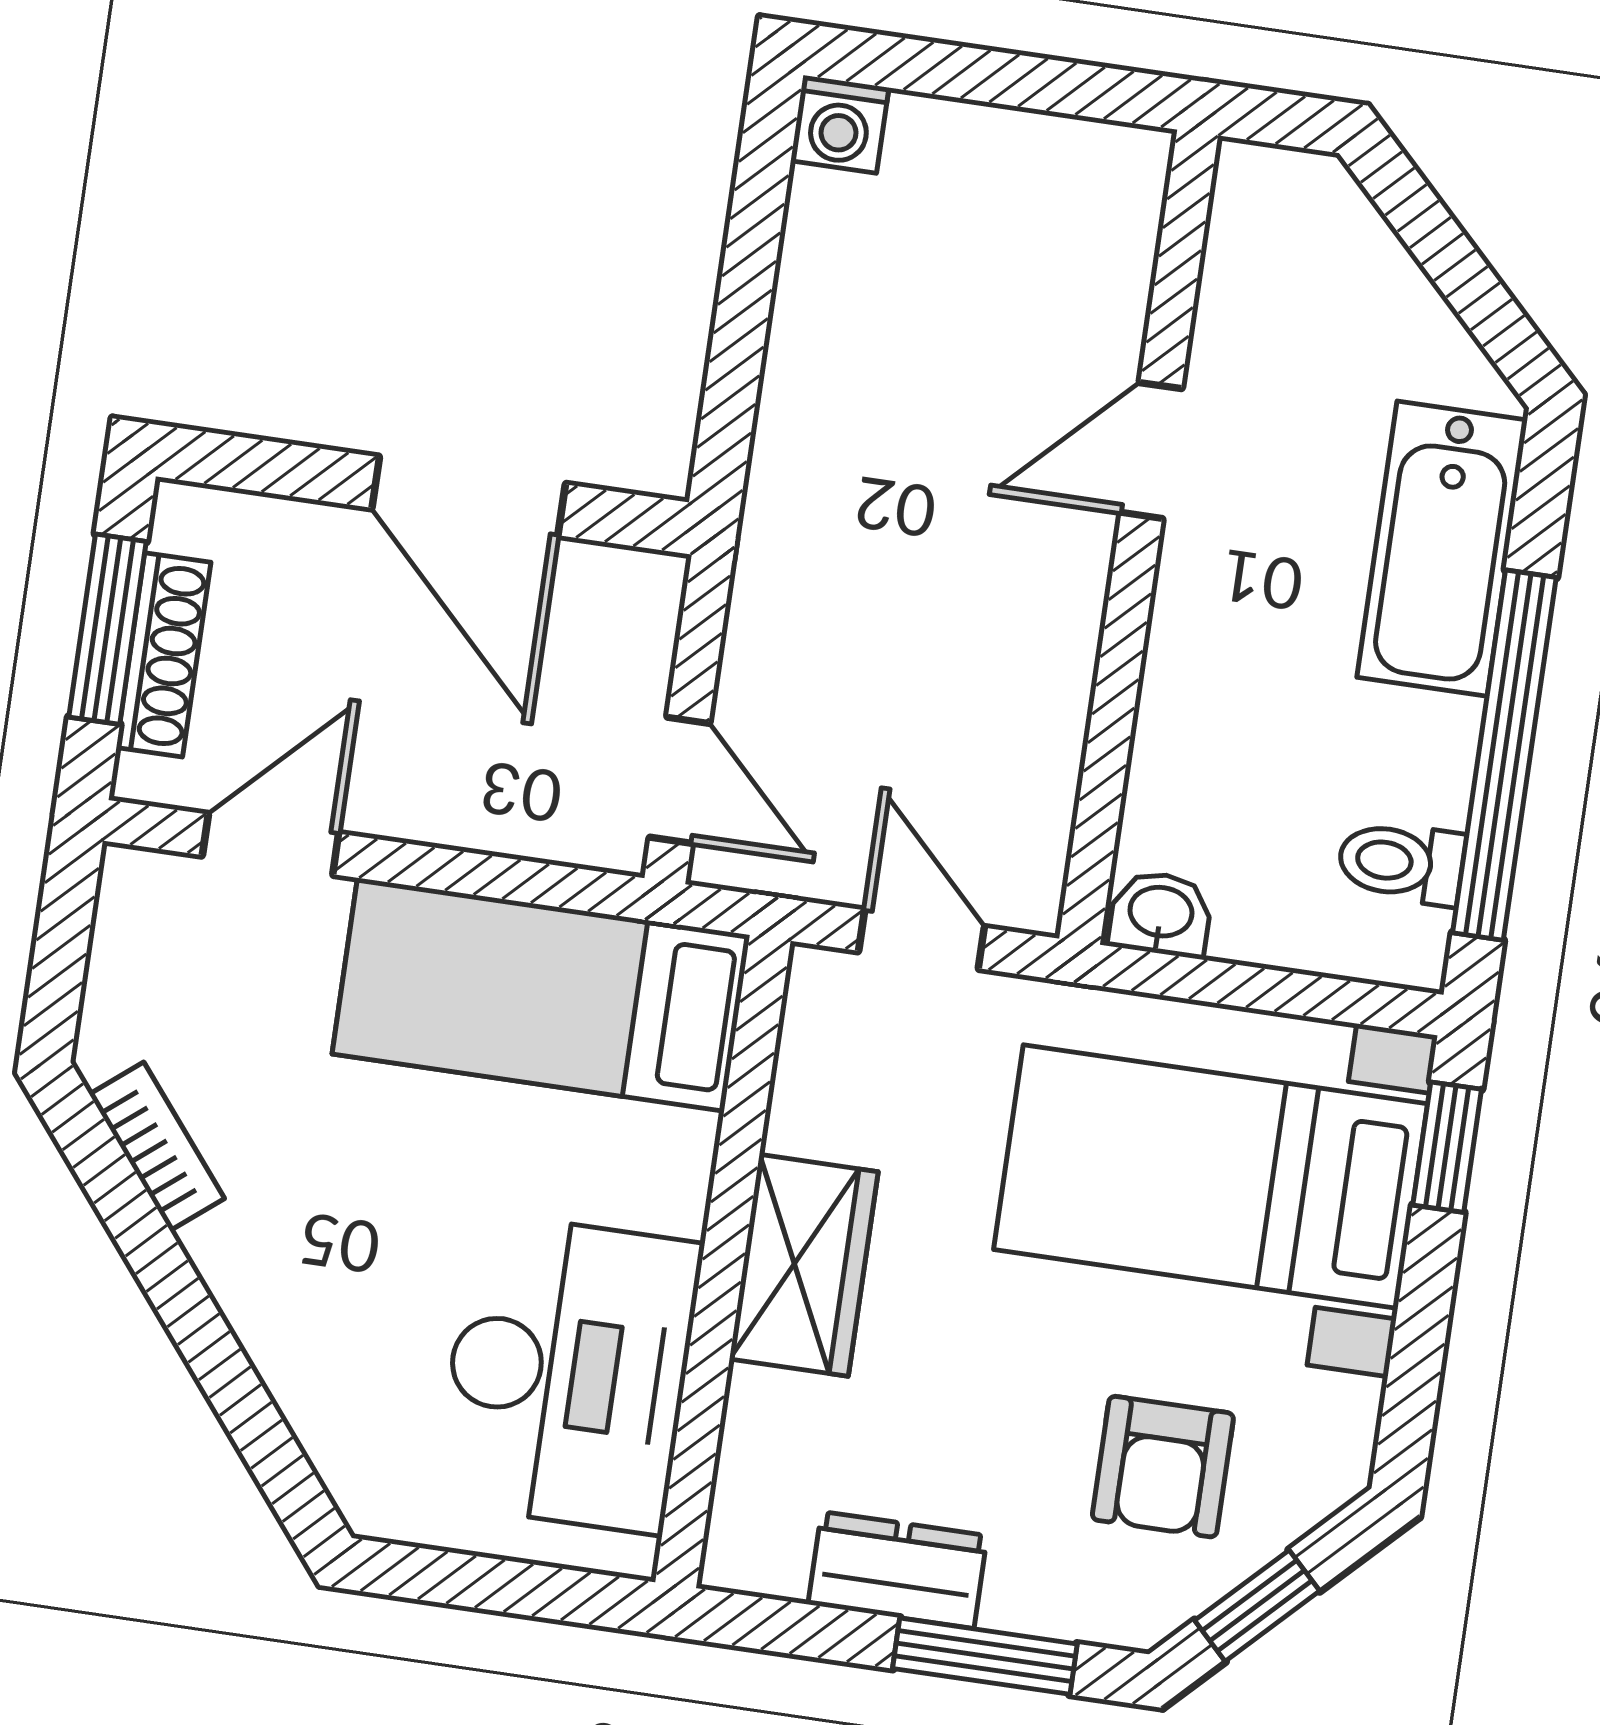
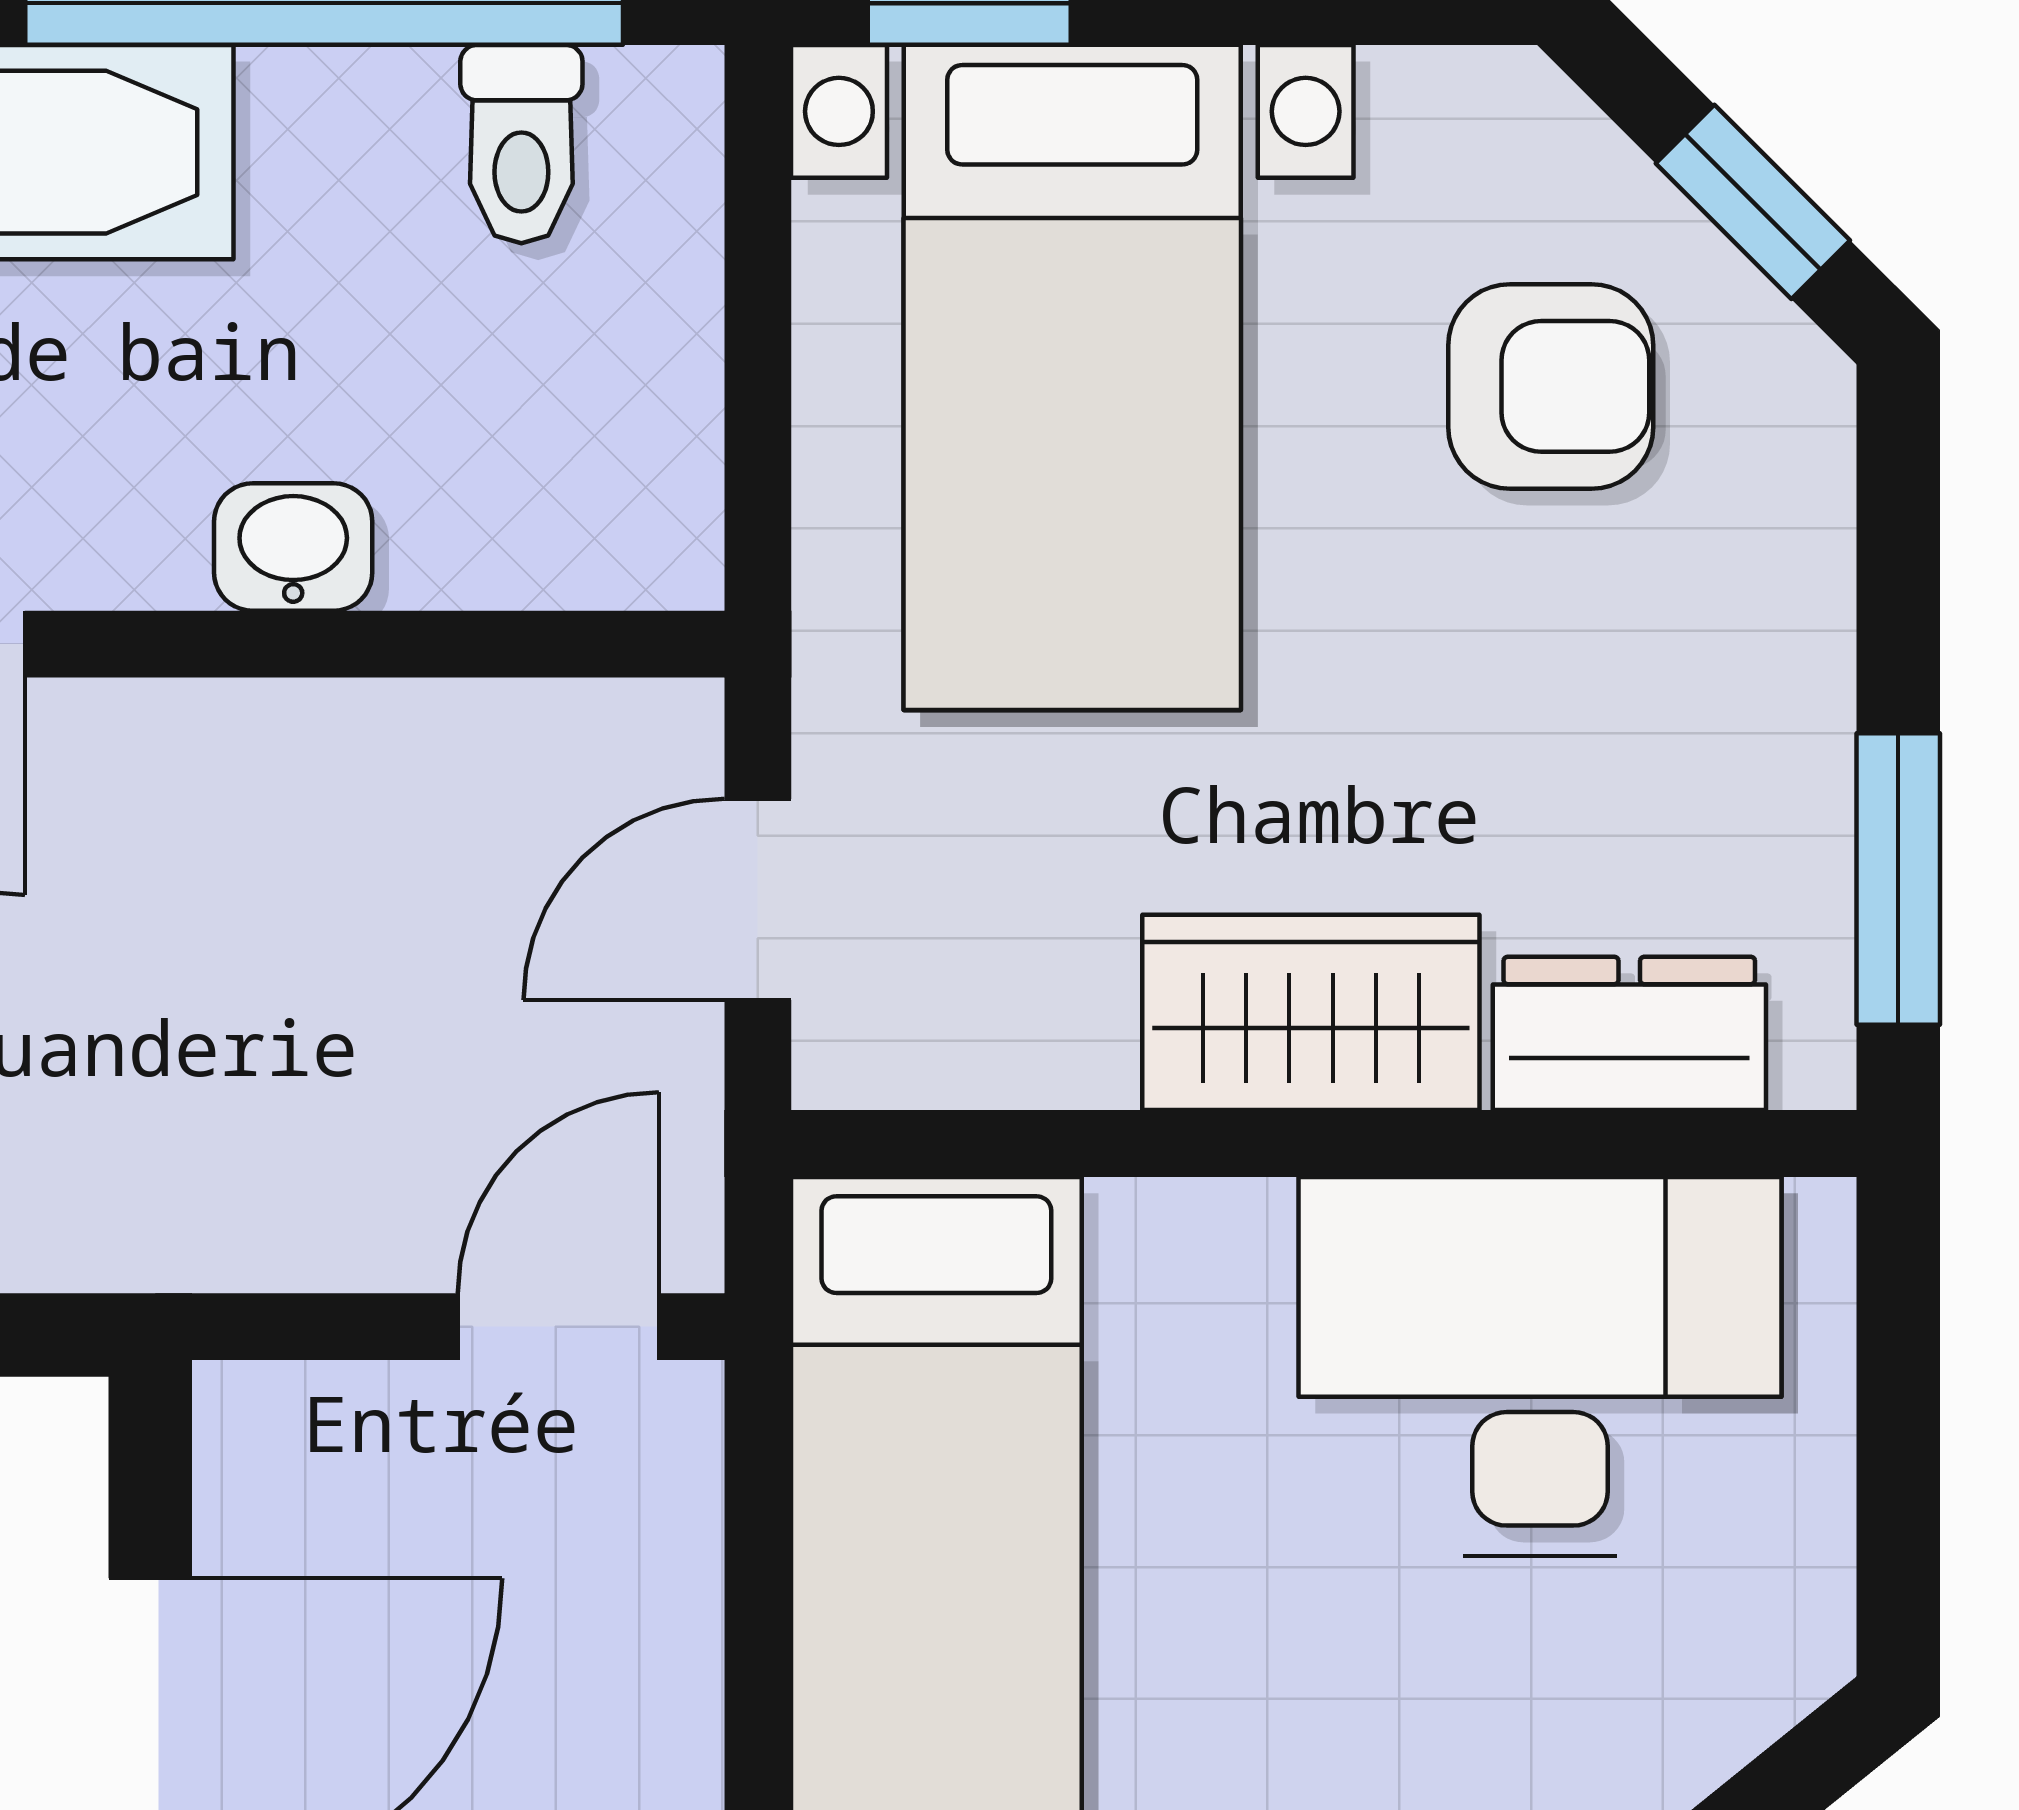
washbasin: (1161, 914) -> (293, 547), moved, turned 90
dresser: (898, 1570) -> (1629, 1033), moved, turned 90
window: (985, 1656) -> (1898, 879), moved

